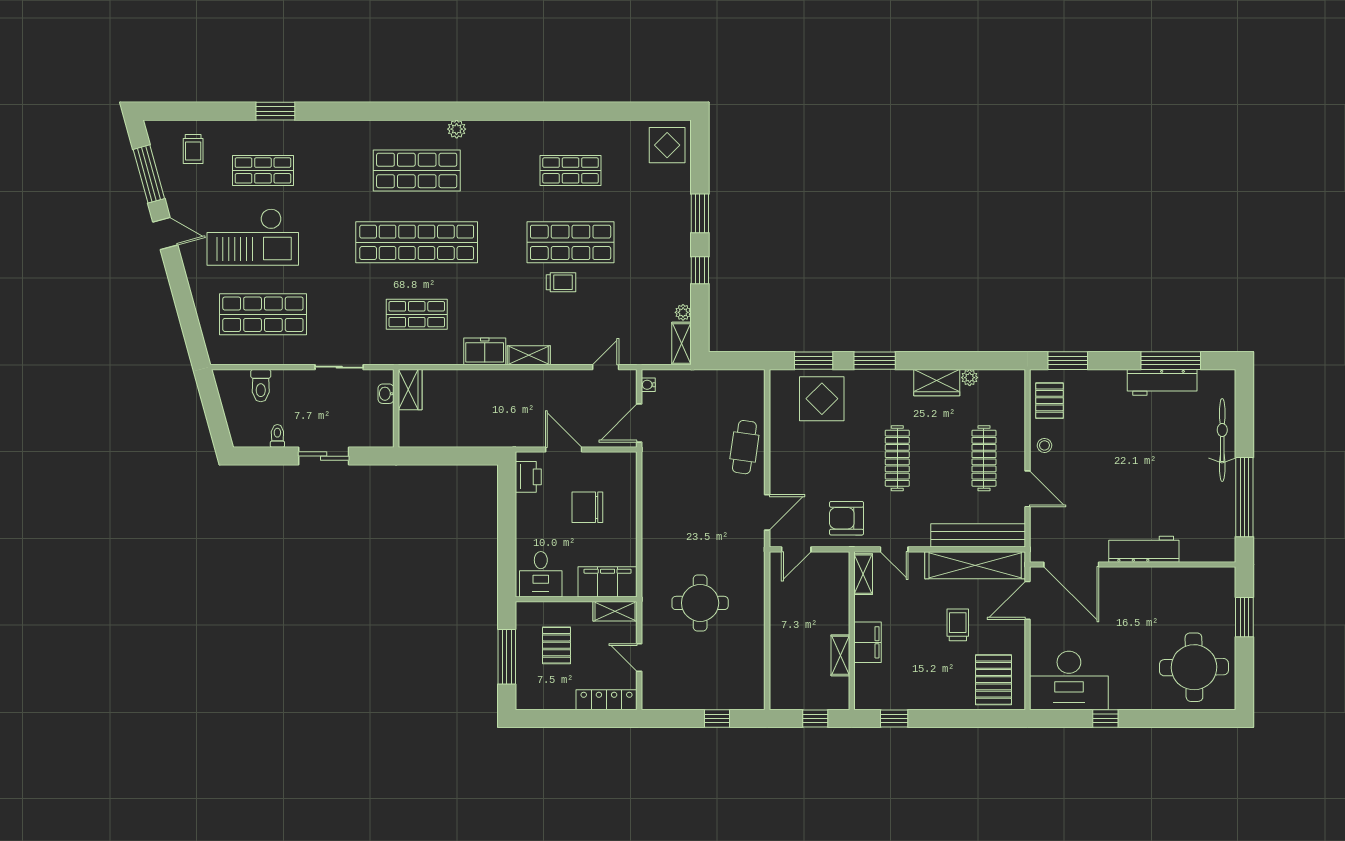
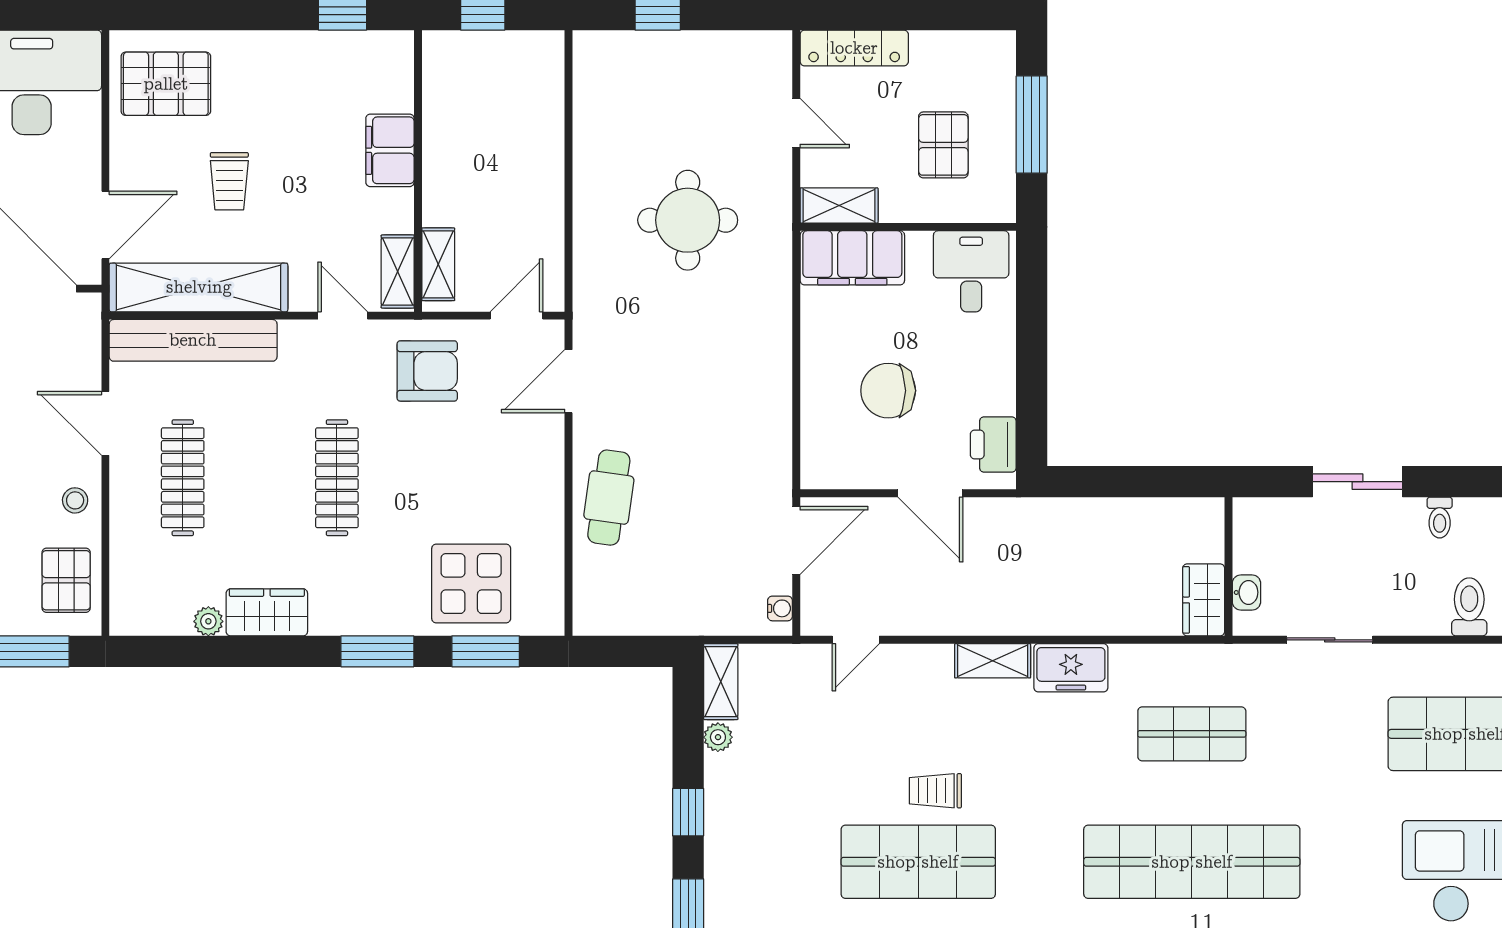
chair: (587, 507) -> (888, 391), turned 180
shelving: (840, 655) -> (438, 264), moved
pallet: (993, 680) -> (166, 84), turned 90

